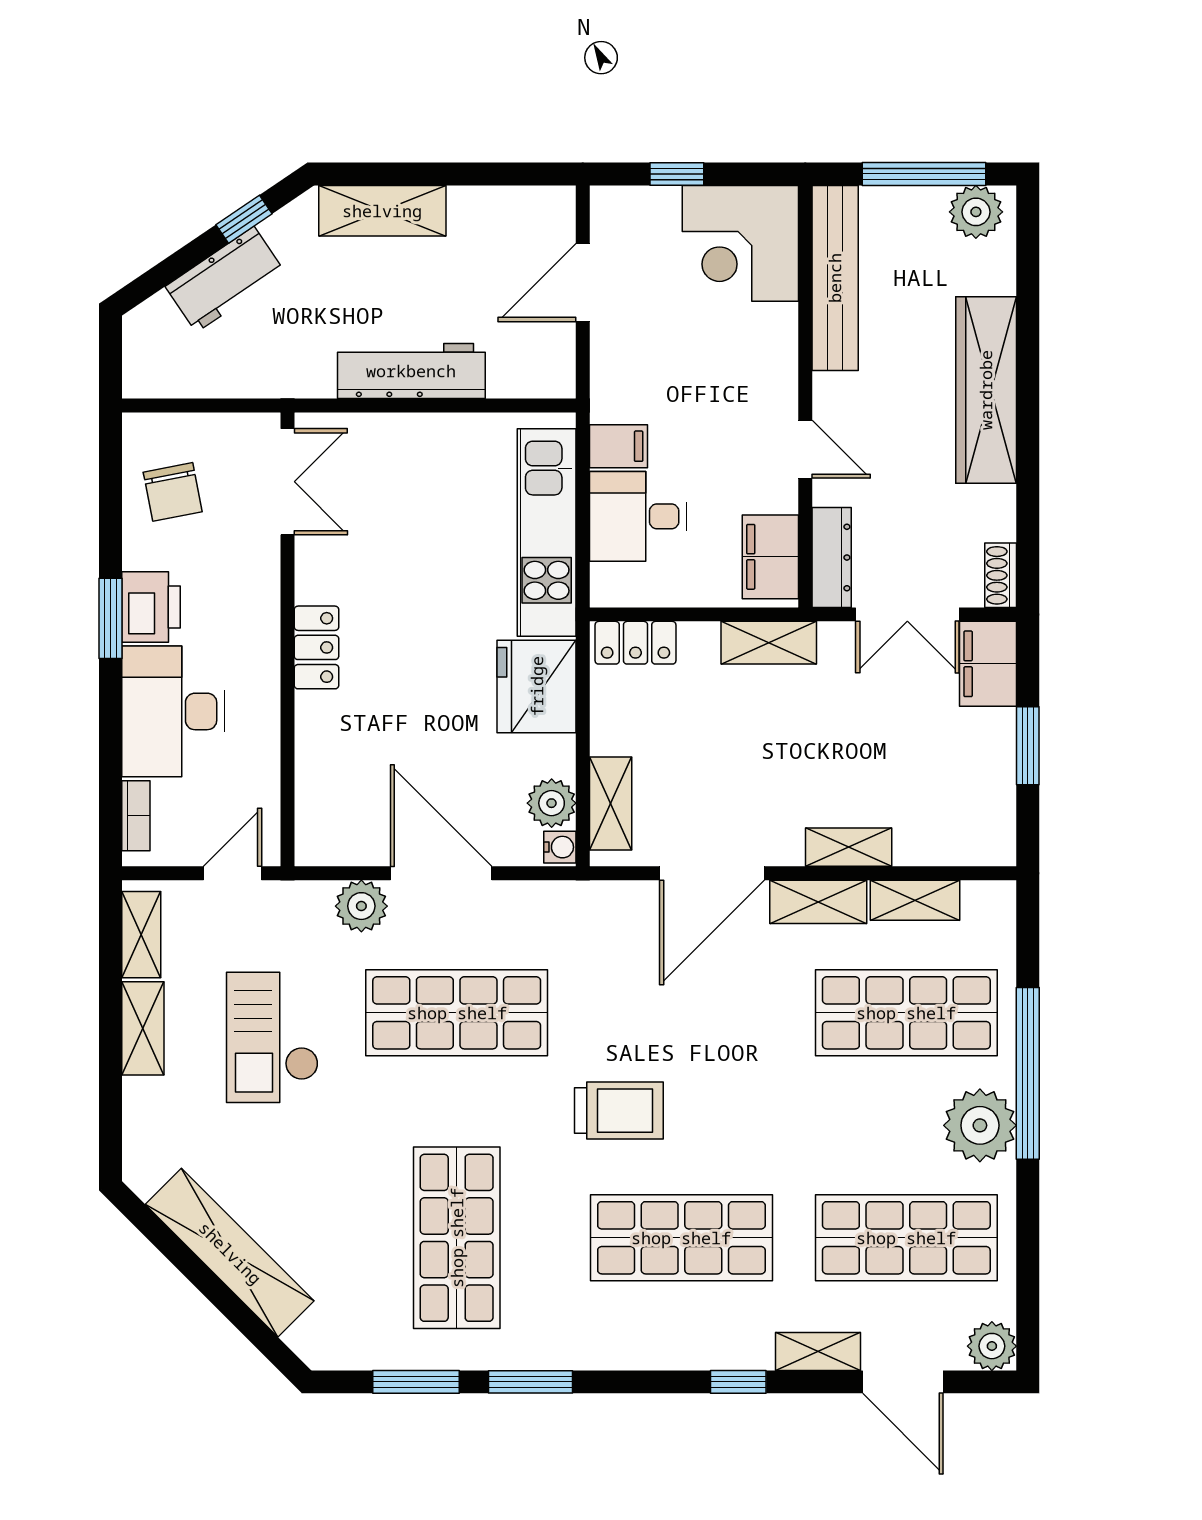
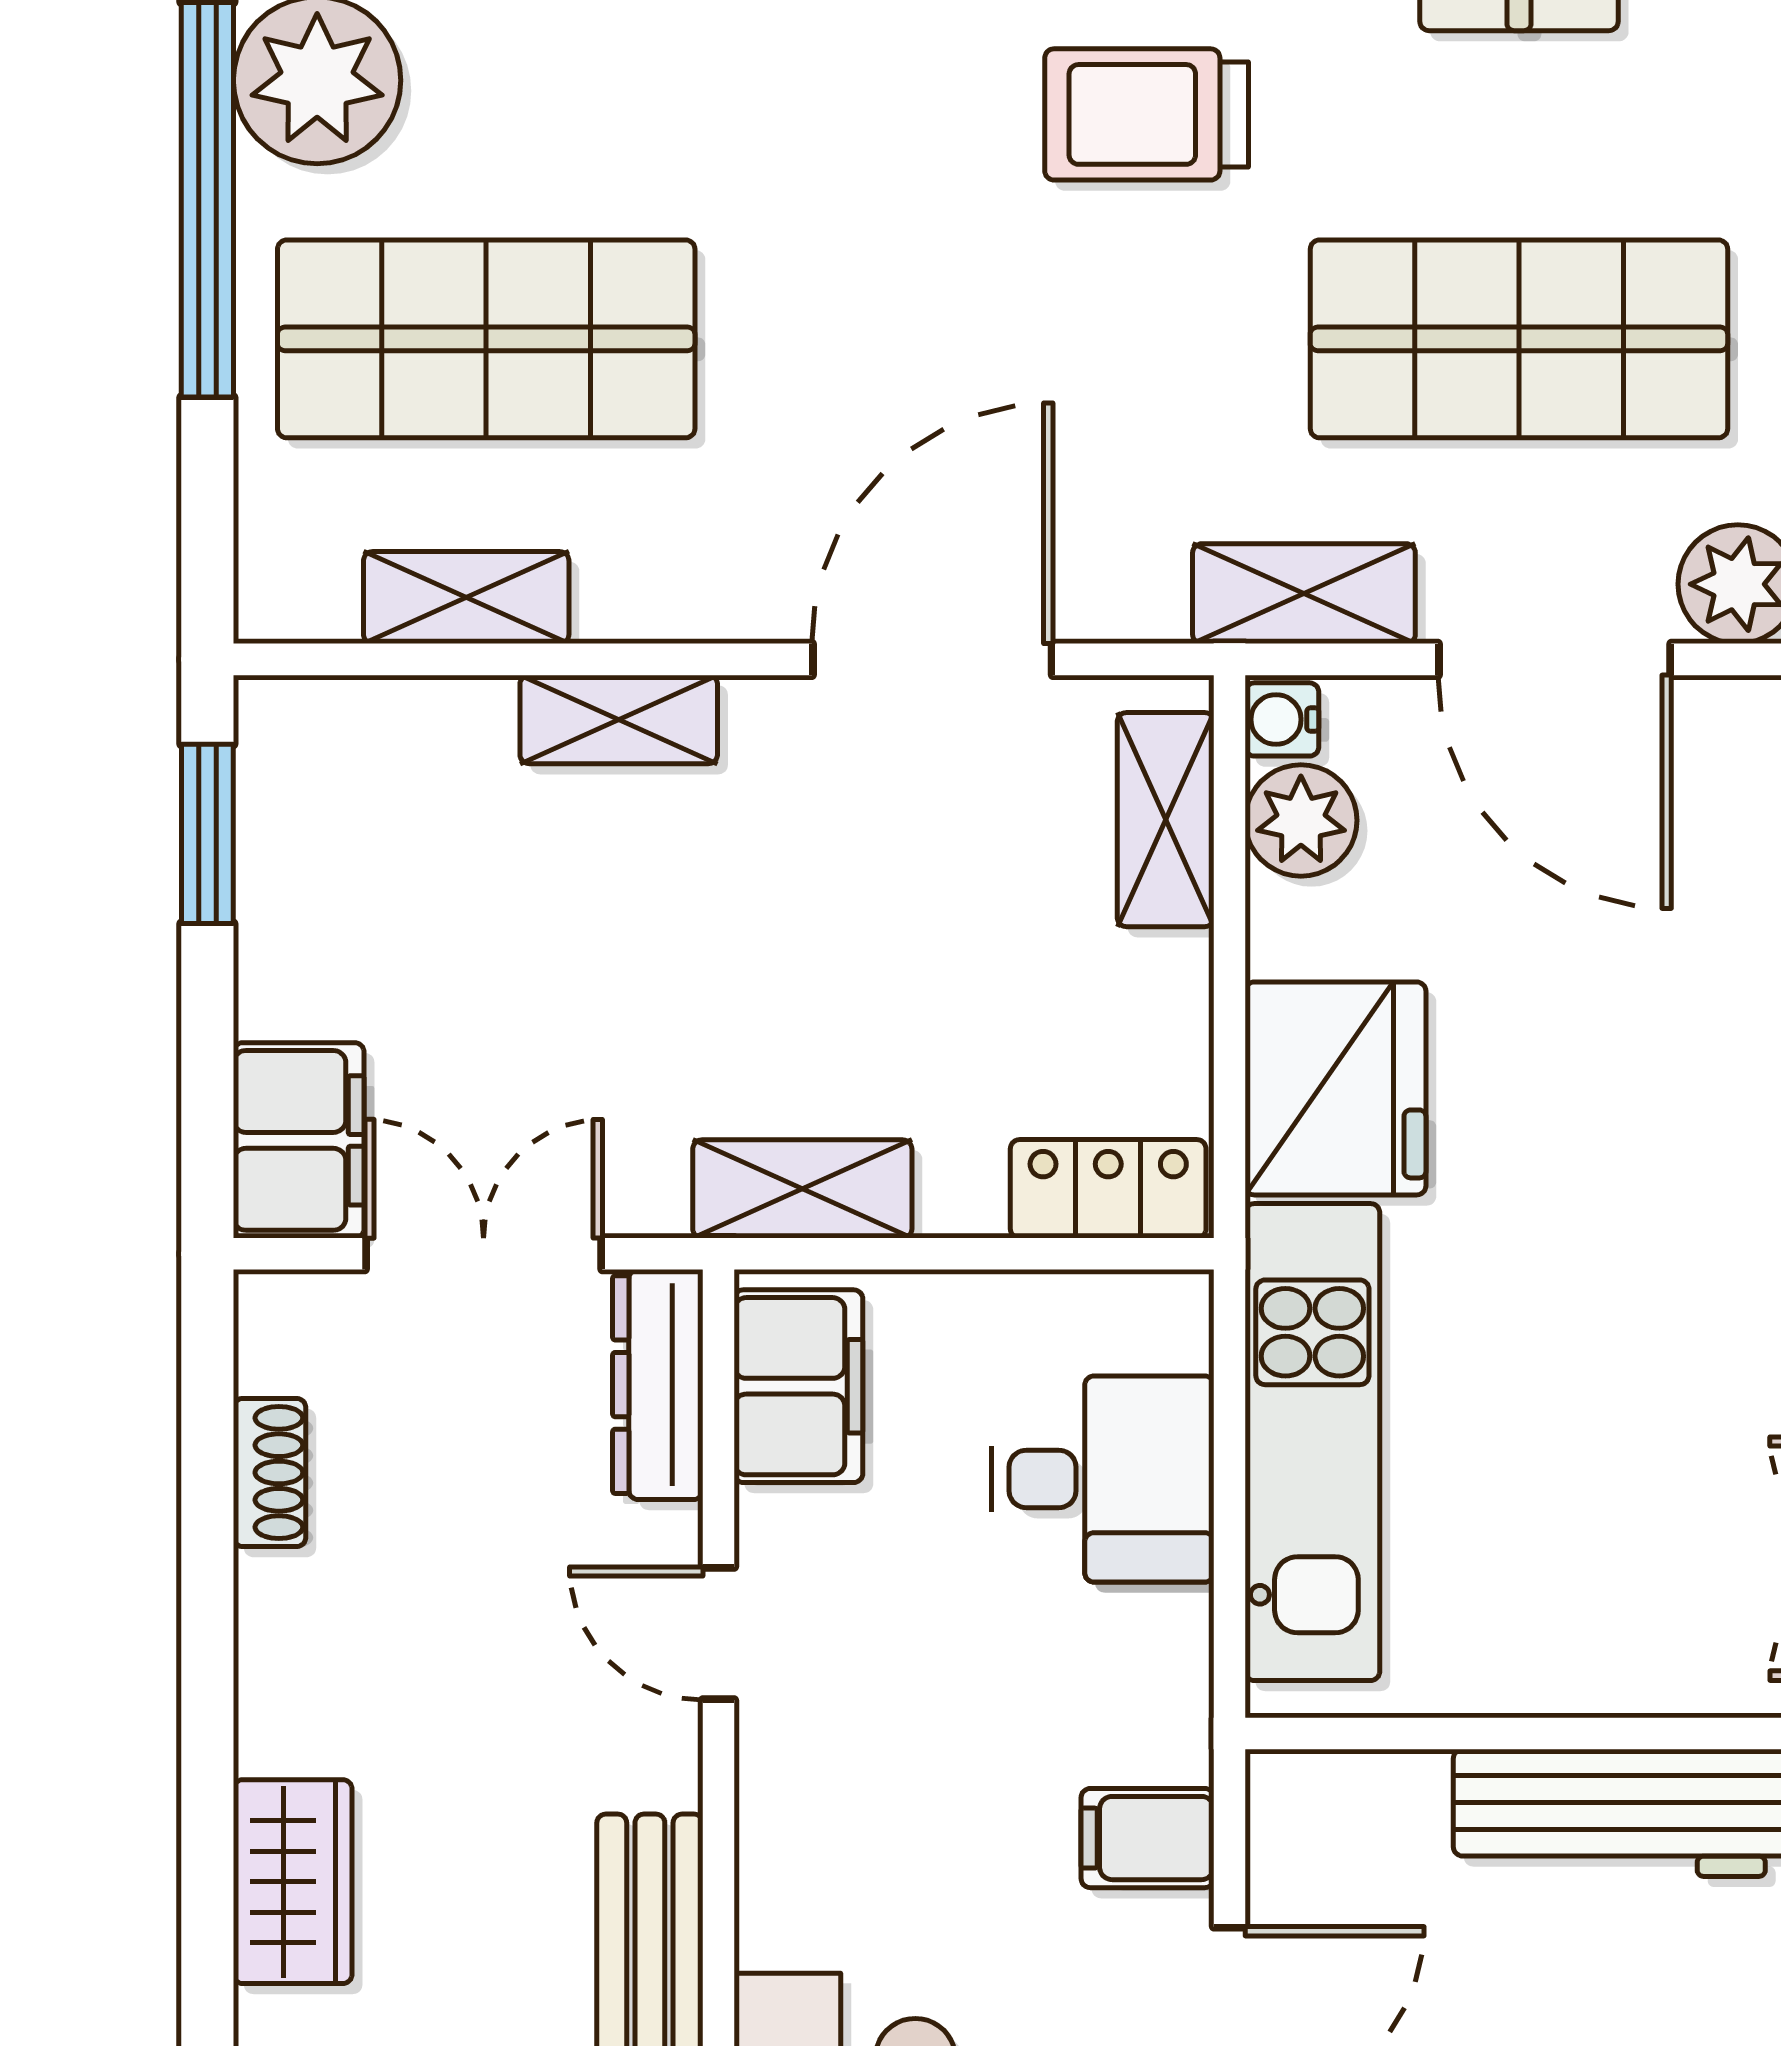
wardrobe: (986, 390) -> (293, 1882), width x0.48, depth x0.85
filing cabinet: (618, 446) -> (1148, 1838), moved
shoe rack: (1001, 575) -> (270, 1473), moved
window: (1028, 746) -> (207, 834), moved
shelving: (818, 902) -> (1304, 594), moved

